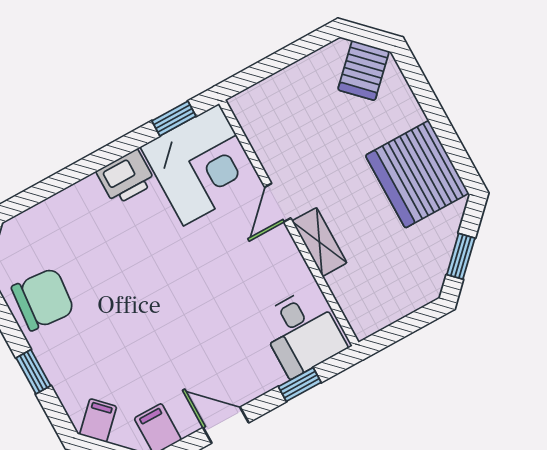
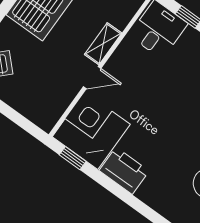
printer: (126, 177) -> (124, 171), width x1.37, depth x1.19

